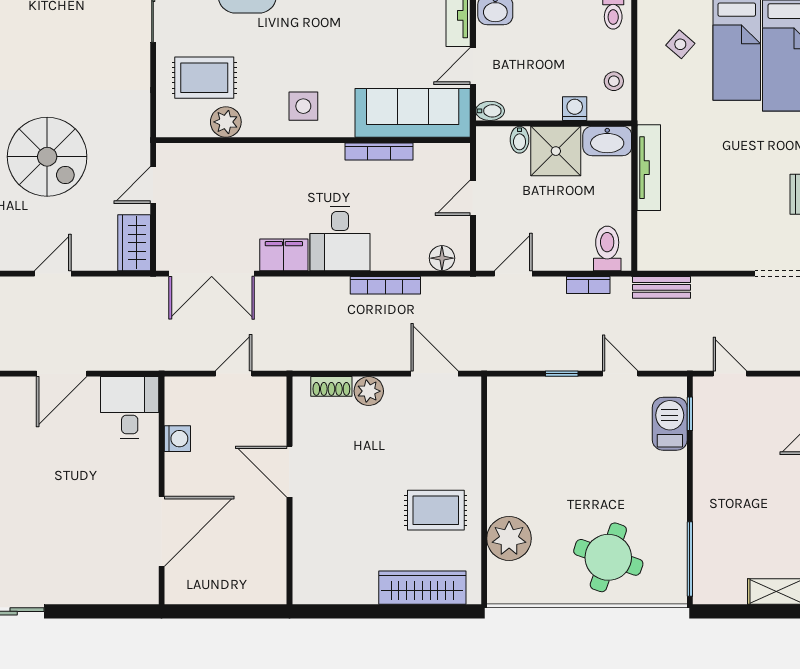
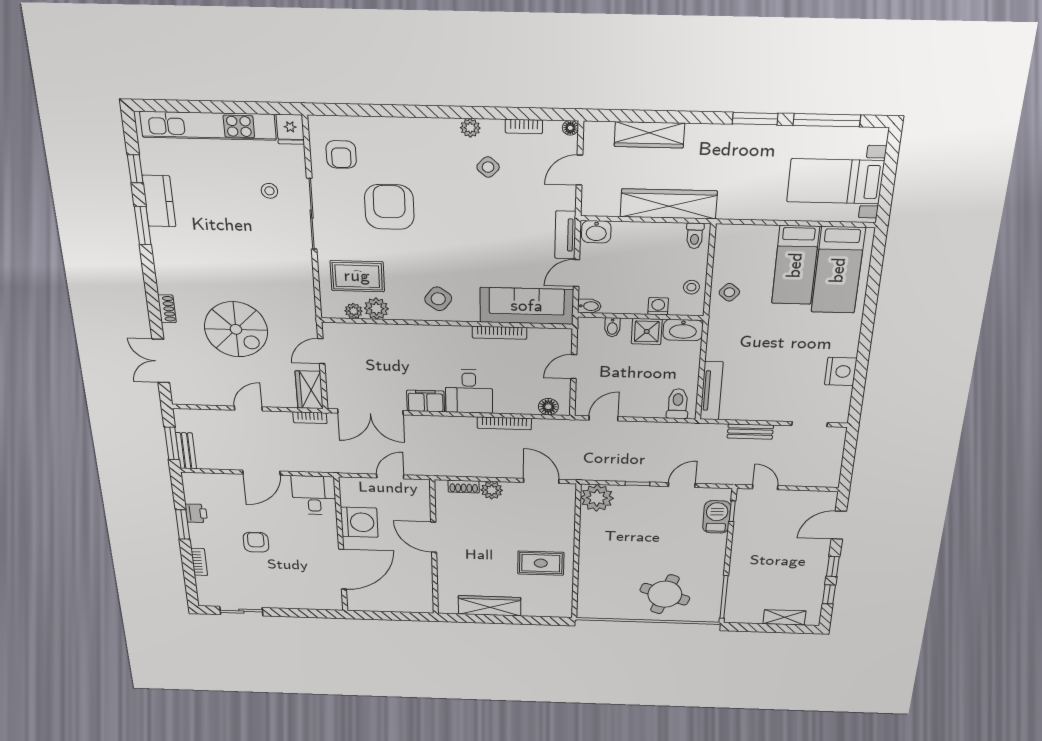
side table: (680, 44) -> (729, 292), moved
side table: (303, 106) -> (438, 299), turned 36
plant: (197, 126) -> (354, 311), added
shower: (556, 151) -> (647, 331), width x0.73, depth x0.73
tv unit: (649, 168) -> (711, 391), moved
bookcase: (588, 285) -> (310, 418), moved
bench: (662, 287) -> (750, 432), moved
door: (620, 374) -> (682, 485), hinge flipped
washing machine: (177, 439) -> (359, 522), width x1.89, depth x1.89
armchair: (45, 489) -> (256, 542), added
plant: (509, 538) -> (597, 498), moved
wardrobe: (422, 588) -> (490, 606), moved

